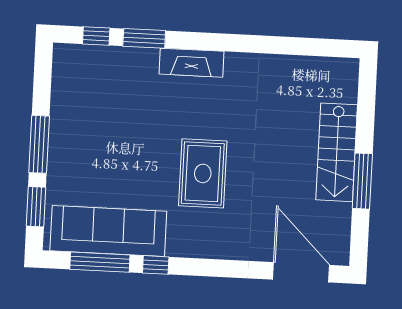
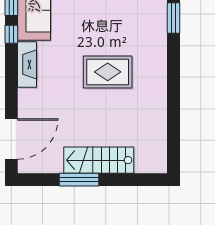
fireplace: (191, 63) -> (27, 64), moved, turned 180
rug: (203, 173) -> (108, 72), moved

